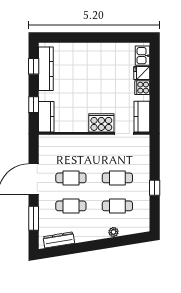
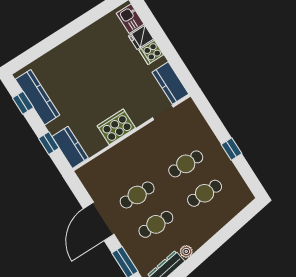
cooker: (101, 123) -> (116, 127), moved
plant: (113, 232) -> (186, 251), moved

